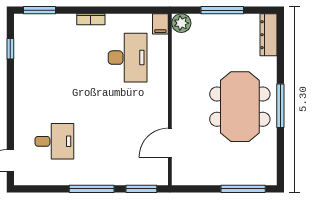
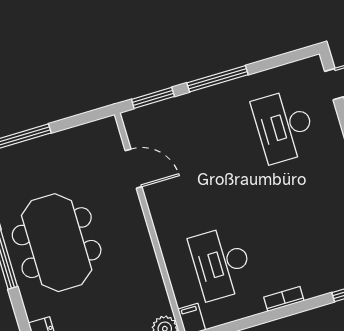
desk: (54, 141) -> (284, 126), width x1.37
door: (170, 143) -> (134, 169), hinge flipped

